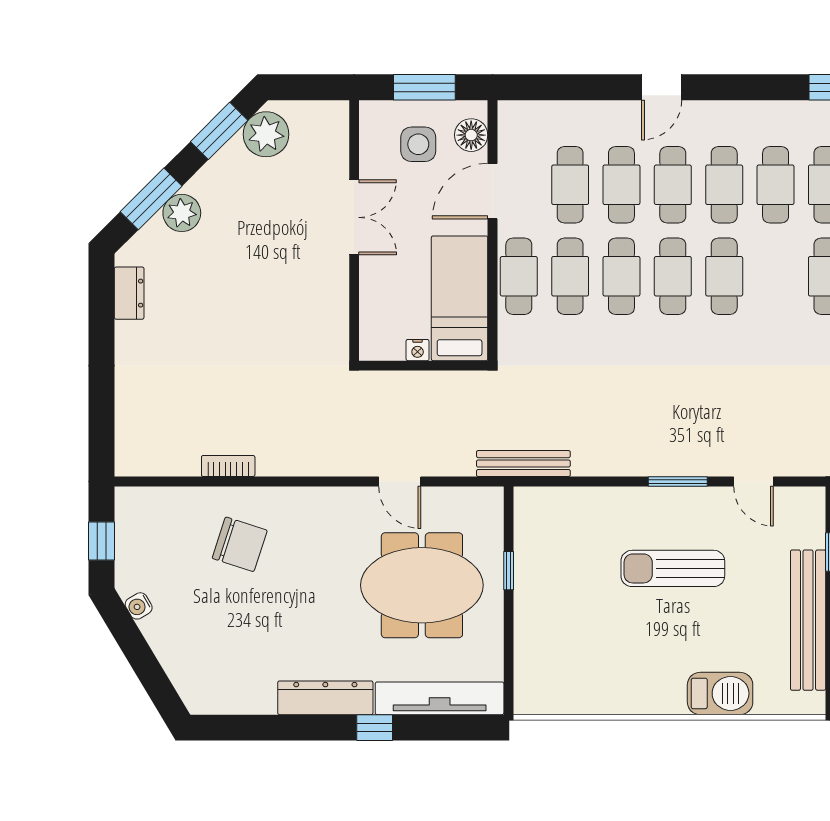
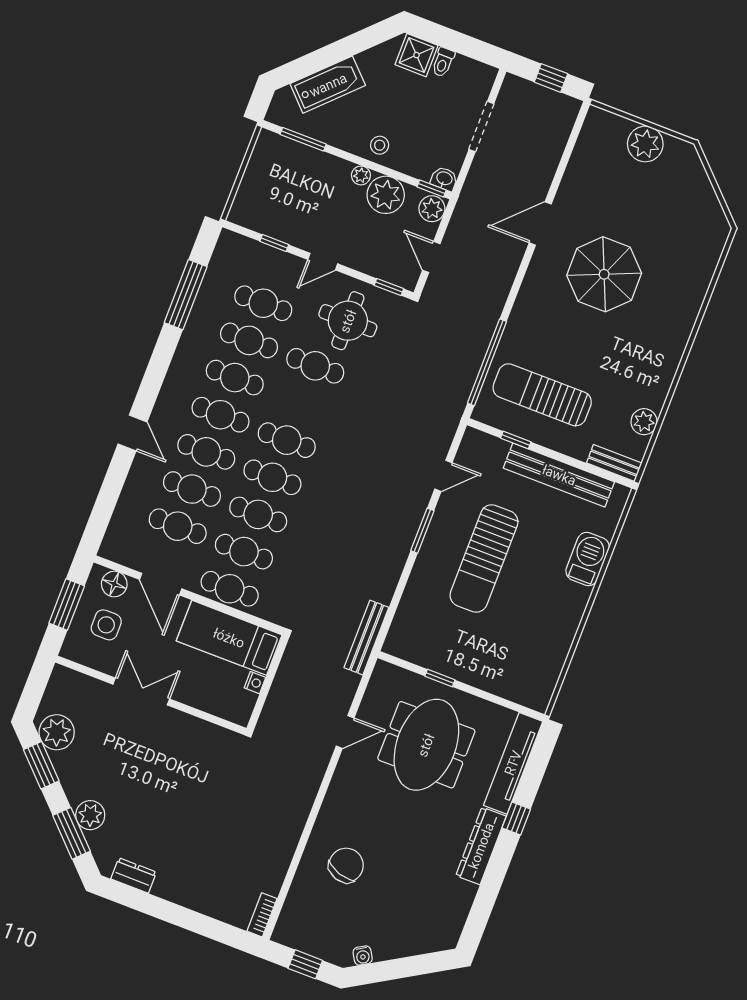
bookcase: (228, 466) -> (262, 915), moved
sun lounger: (673, 568) -> (484, 558), width x1.36, depth x1.34

